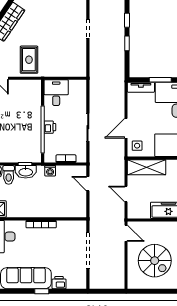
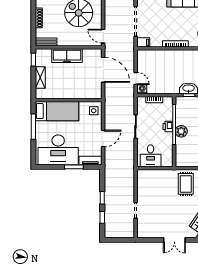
desk: (56, 93) -> (151, 156), moved
plant: (34, 121) -> (181, 131), added
door: (126, 128) -> (103, 139), moved
shelving: (147, 167) -> (86, 92), removed
washing machine: (50, 171) -> (142, 89), moved
door: (126, 194) -> (103, 70), width x1.88
filing cabinet: (79, 226) -> (143, 42), added

